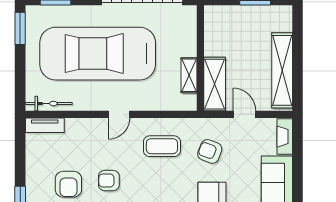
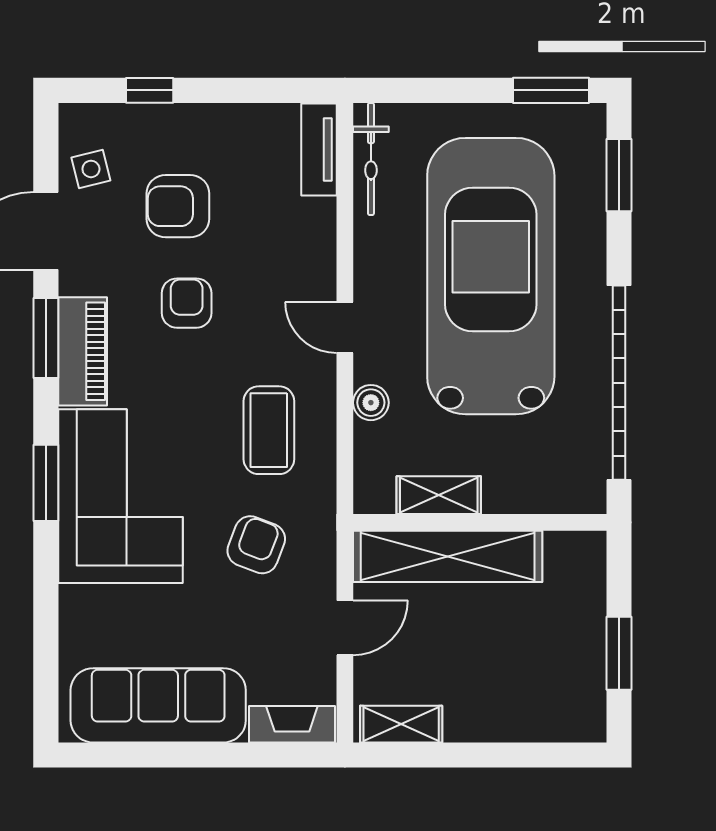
shelving: (282, 70) -> (401, 724), width x0.45, depth x0.75
shelving: (215, 84) -> (448, 556), width x1.47
boiler: (150, 104) -> (371, 403), added

